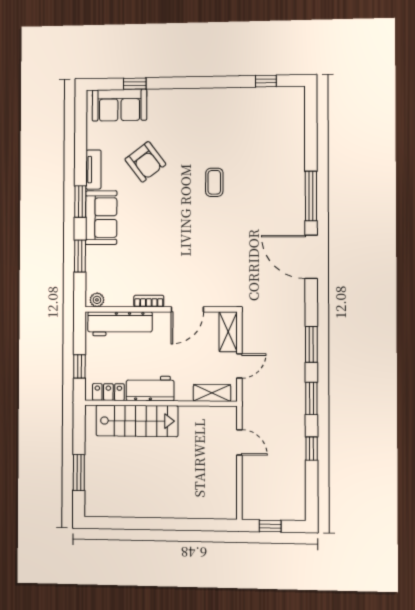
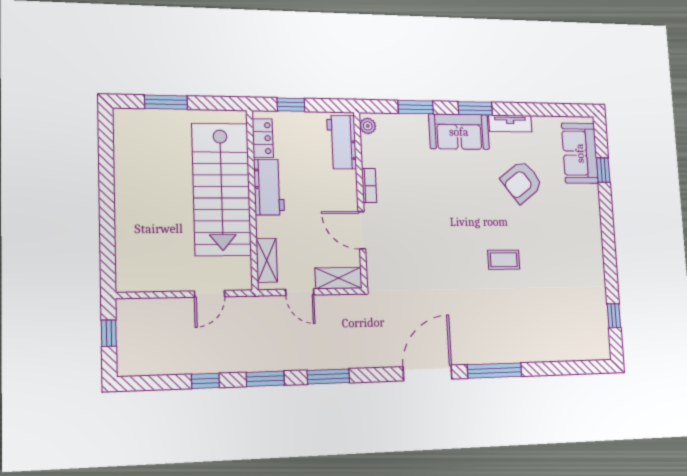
workbench: (120, 324) -> (342, 142), width x0.73
stairs: (137, 421) -> (221, 189), width x1.36, depth x1.51

